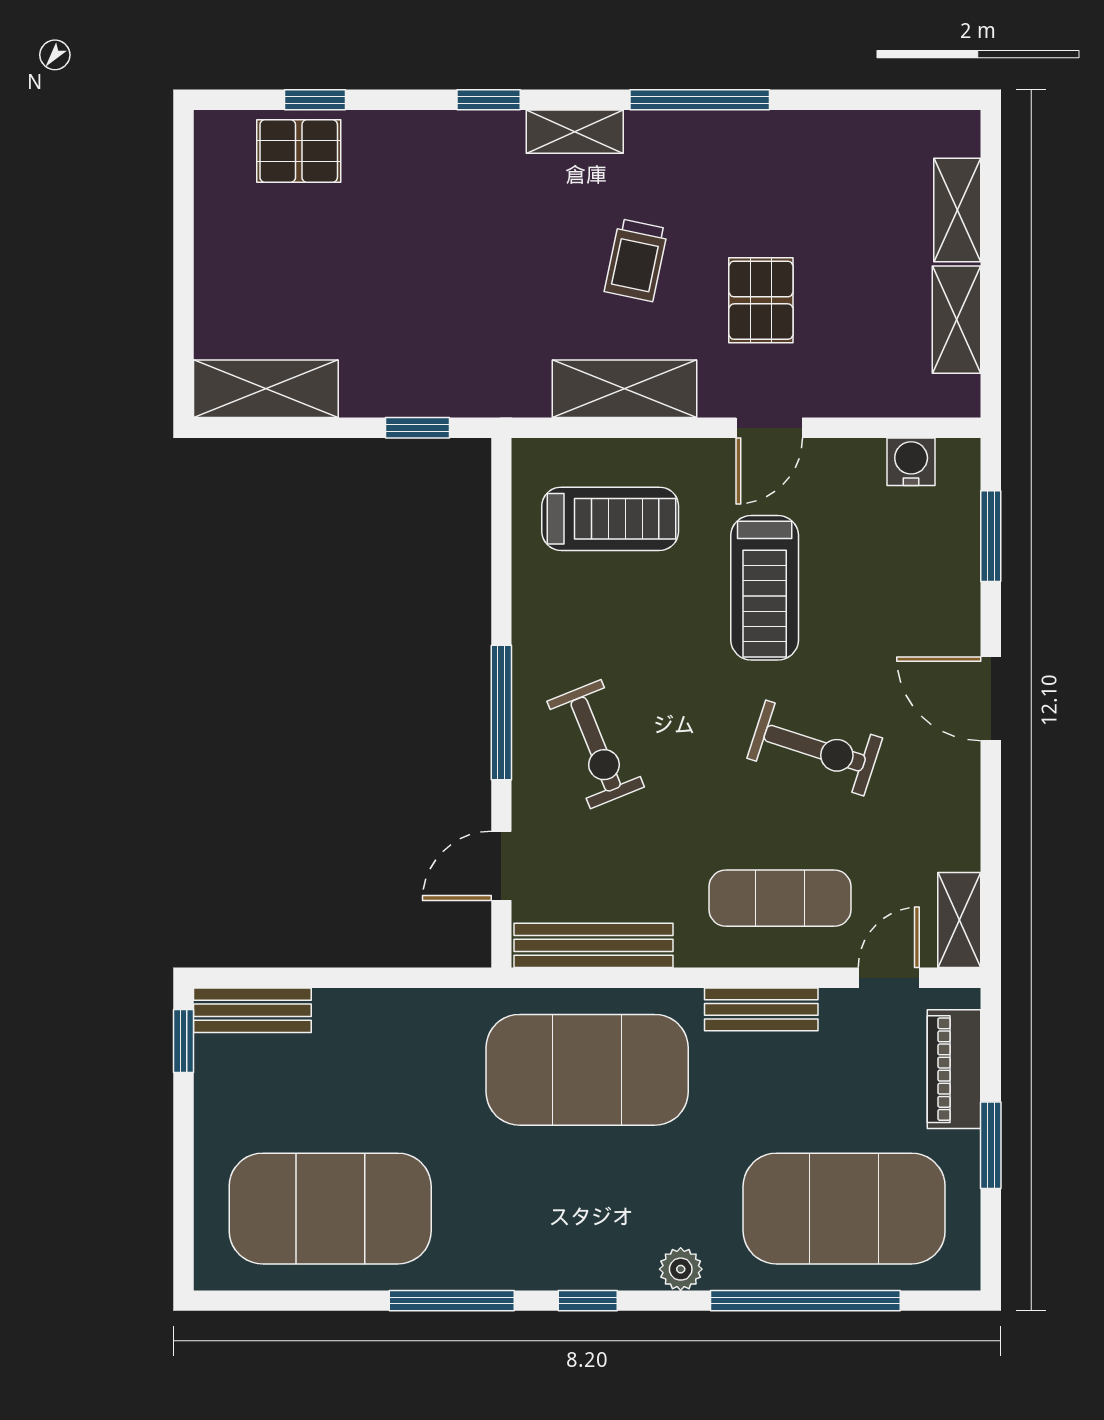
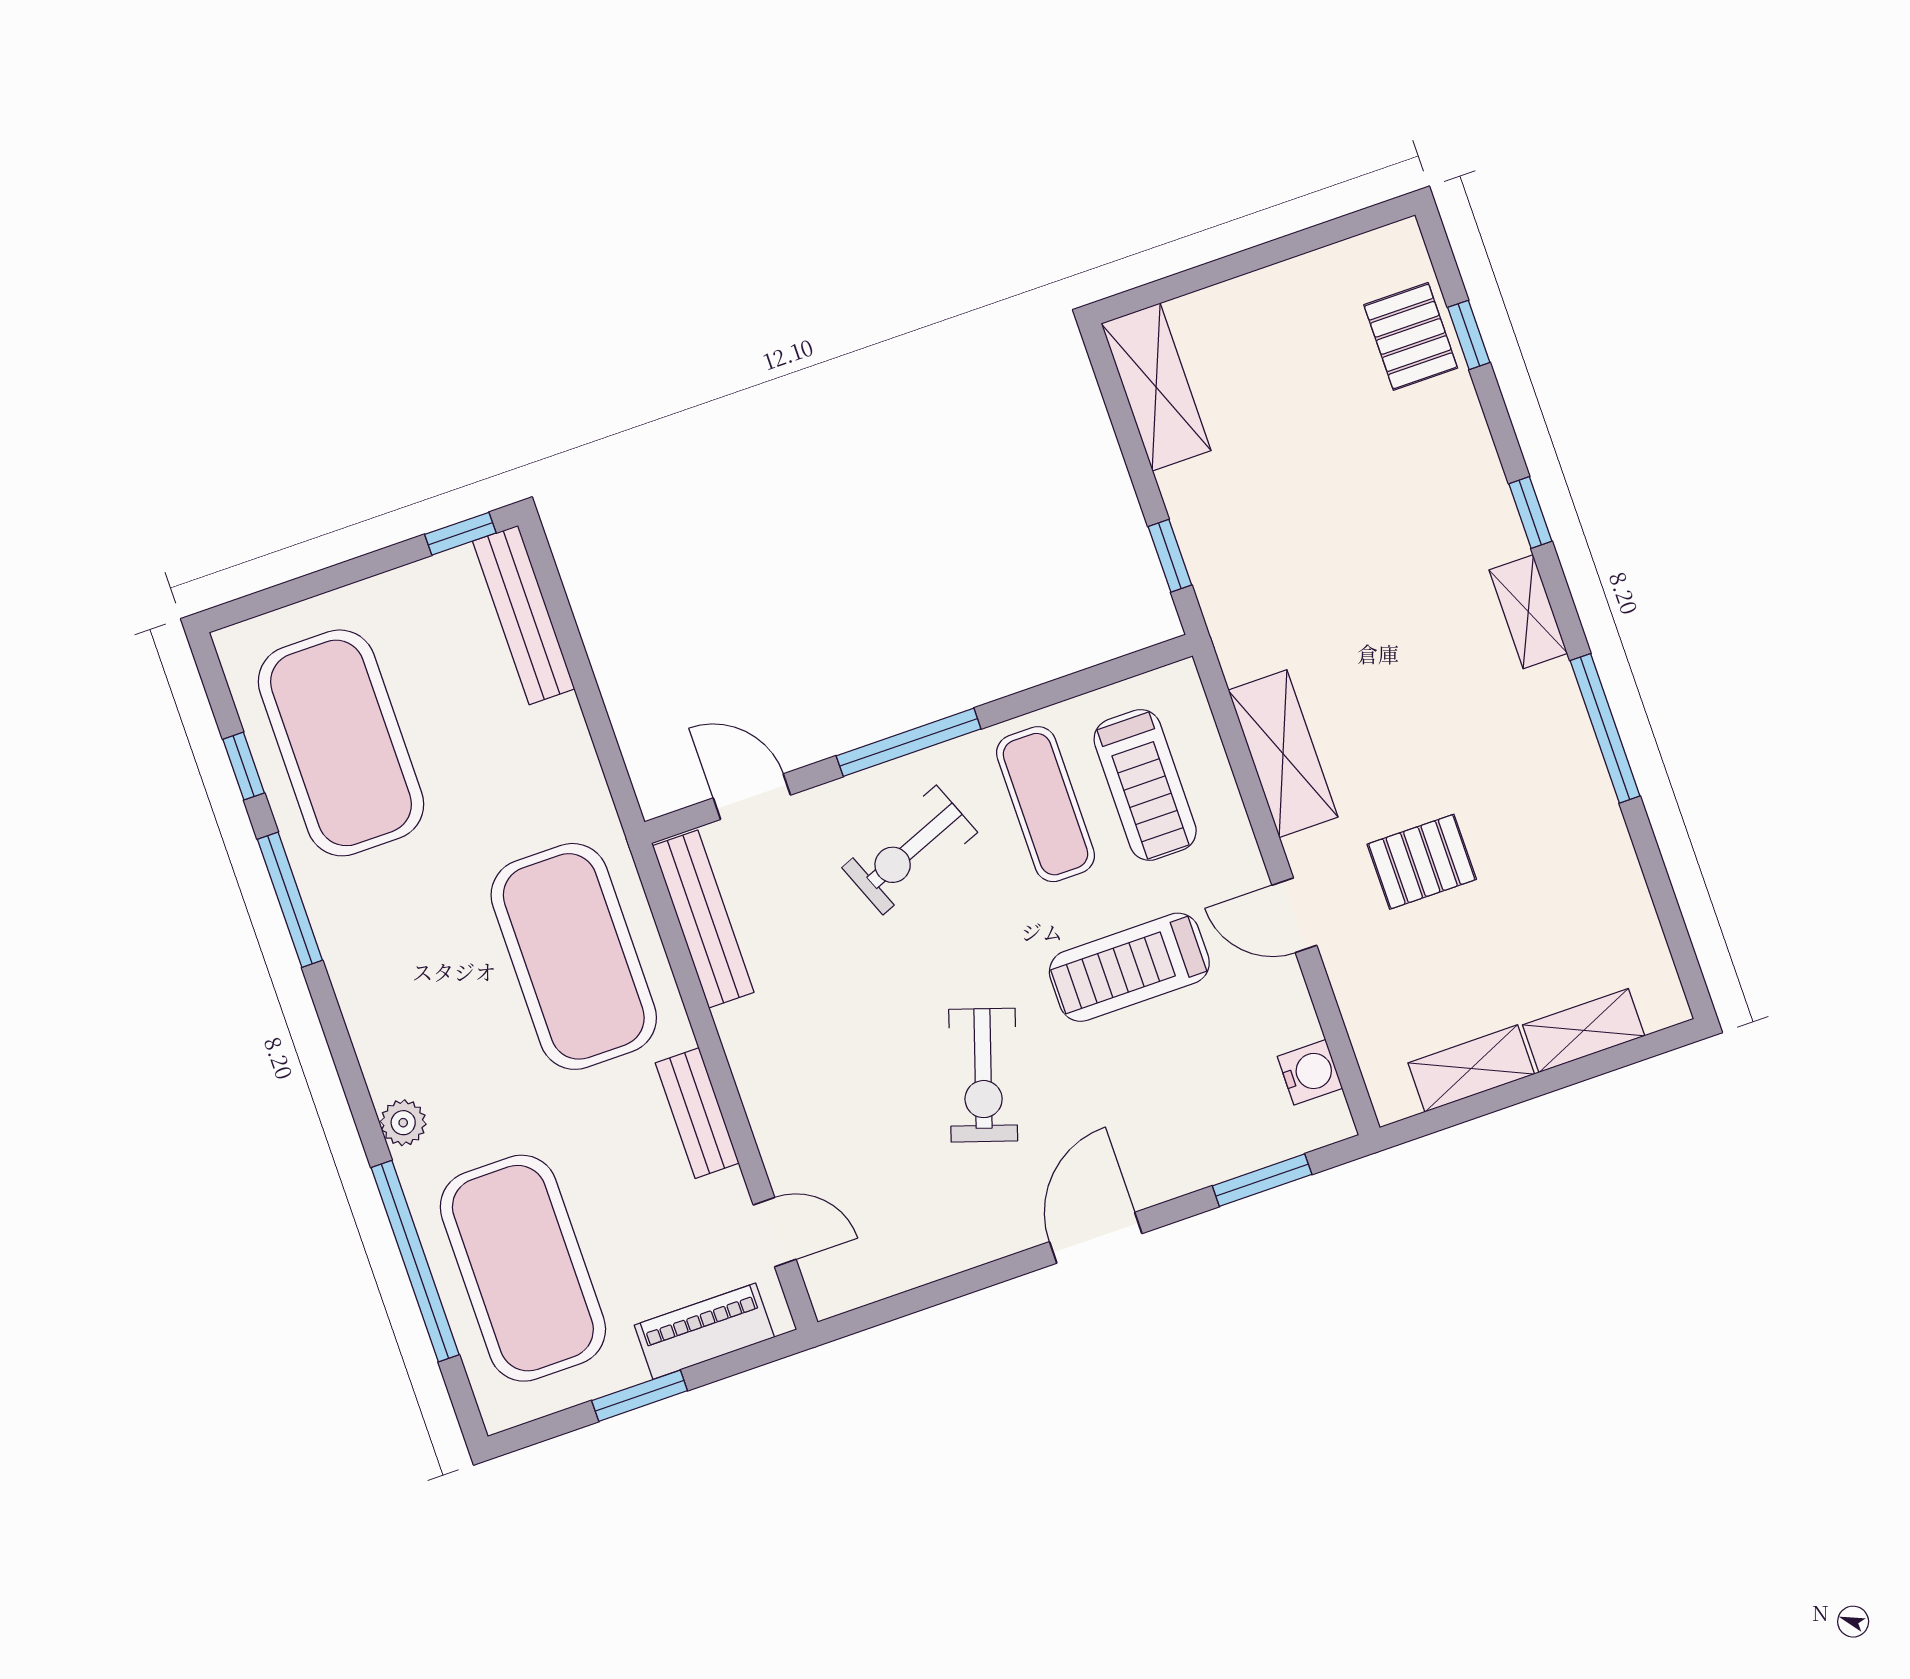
trolley: (636, 260) -> (1419, 720), removed
exercise mat: (780, 898) -> (1046, 804), moved
shelving: (959, 920) -> (859, 1284), removed
bench: (252, 1010) -> (524, 615), width x1.36
window: (588, 1301) -> (244, 766), moved

